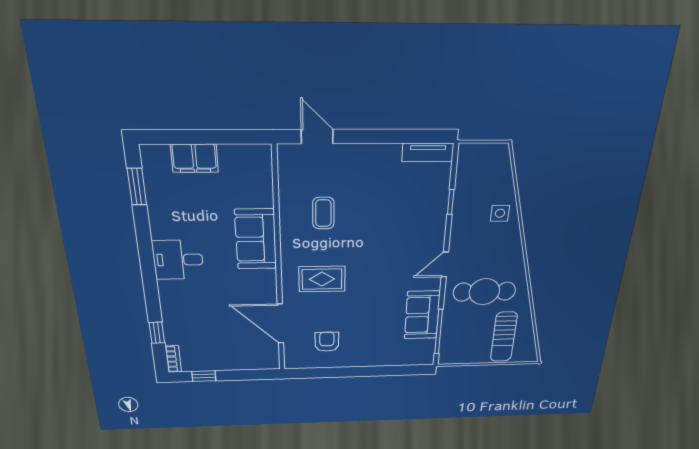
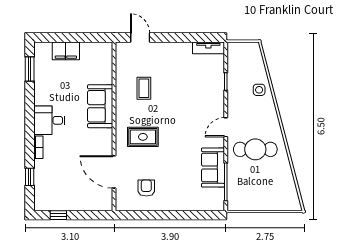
sun lounger: (504, 337) -> (274, 188), removed
bookcase: (173, 359) -> (38, 147), moved

